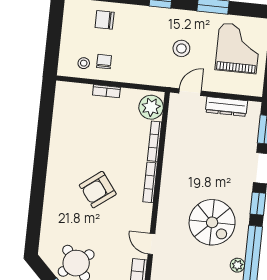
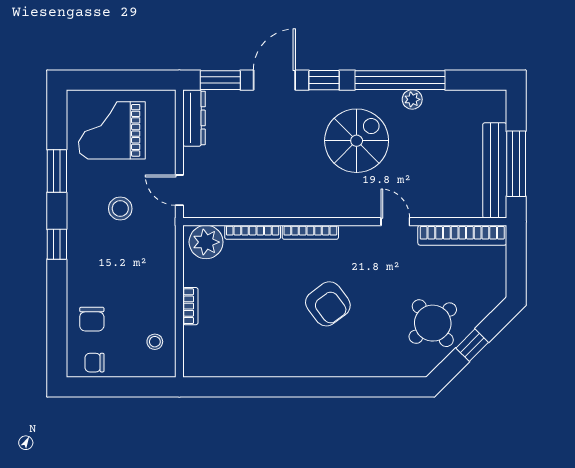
chair: (104, 62) -> (95, 363), moved
dresser: (226, 106) -> (194, 118), moved
door: (151, 244) -> (395, 222), swing flipped

